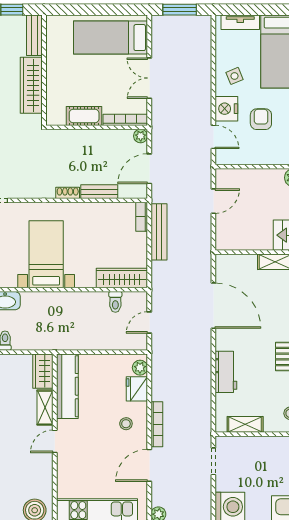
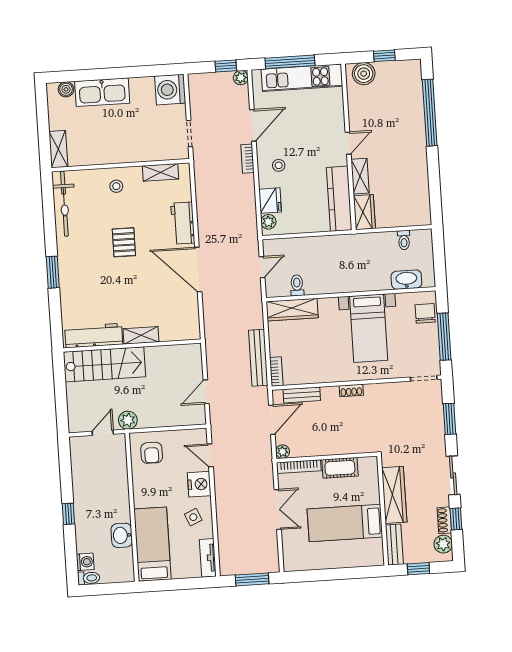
tv unit: (240, 22) -> (208, 558), moved, turned -90
bed: (111, 38) -> (345, 523), moved, turned 180
armchair: (261, 119) -> (152, 453), moved
bench: (99, 192) -> (302, 395), moved
door: (213, 306) -> (198, 270), moved
bookcase: (157, 424) -> (247, 159), width x0.64

